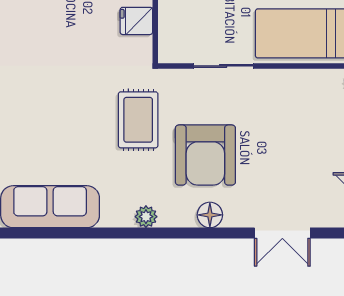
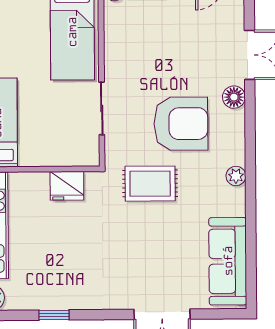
fridge: (136, 21) -> (67, 186), width x1.38
floor lamp: (210, 215) -> (234, 97), moved

